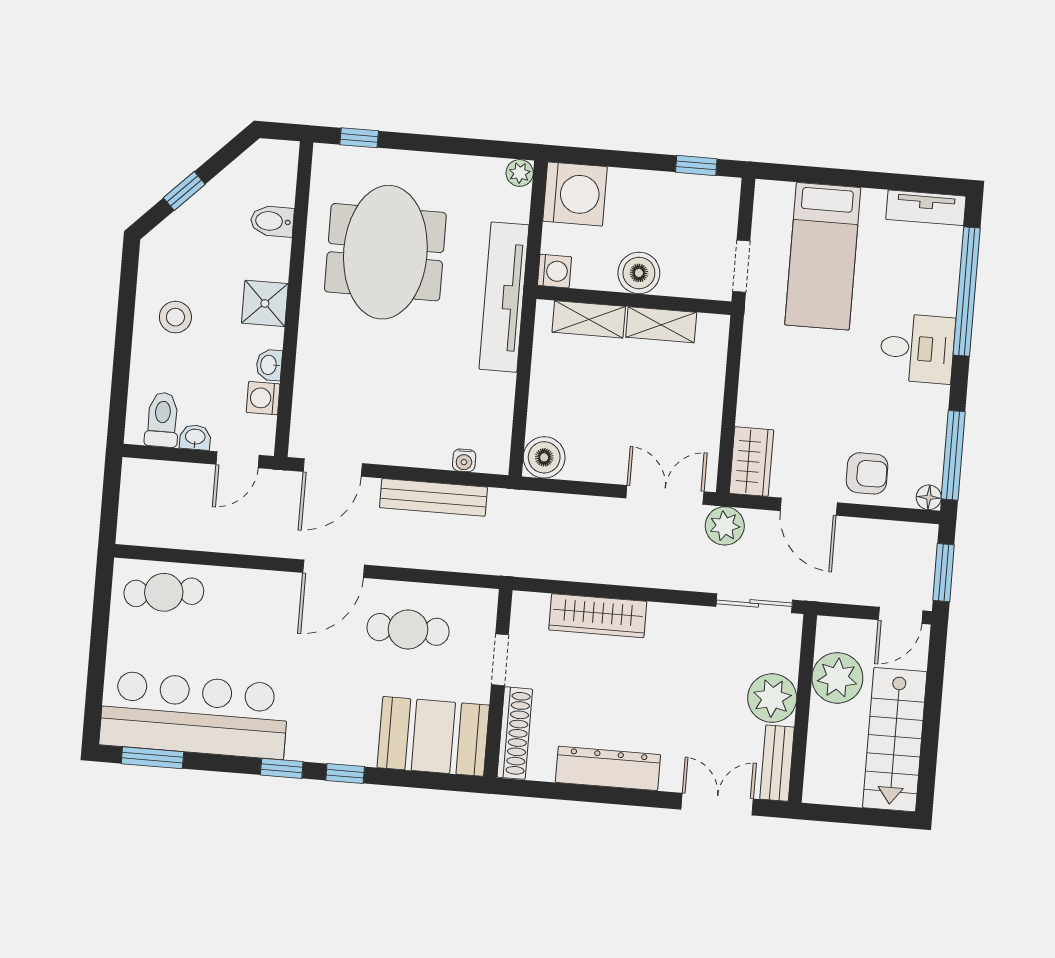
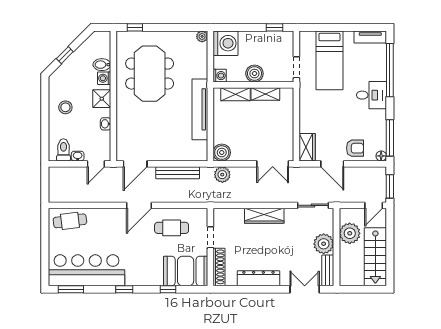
tv unit: (504, 297) -> (200, 109), moved
washing machine: (263, 398) -> (104, 78), moved
water cooler: (464, 460) -> (189, 156), removed
double door: (665, 495) -> (273, 164), swing flipped
plant: (725, 526) -> (222, 175), moved
wardrobe: (598, 616) -> (264, 216), moved
window: (345, 774) -> (168, 289), moved

